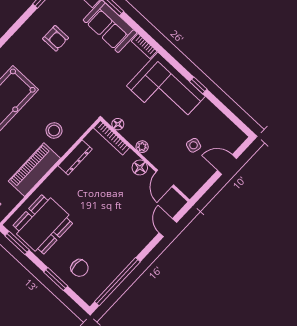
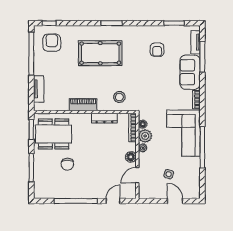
window: (198, 85) -> (202, 147), width x3.17
stool: (54, 130) -> (119, 97), moved
plant: (132, 133) -> (145, 136), added
piano: (34, 170) -> (83, 105), width x0.73, depth x0.75
chair: (80, 268) -> (67, 164), moved
window: (56, 279) -> (31, 168), width x1.44
window: (117, 282) -> (76, 201), moved

